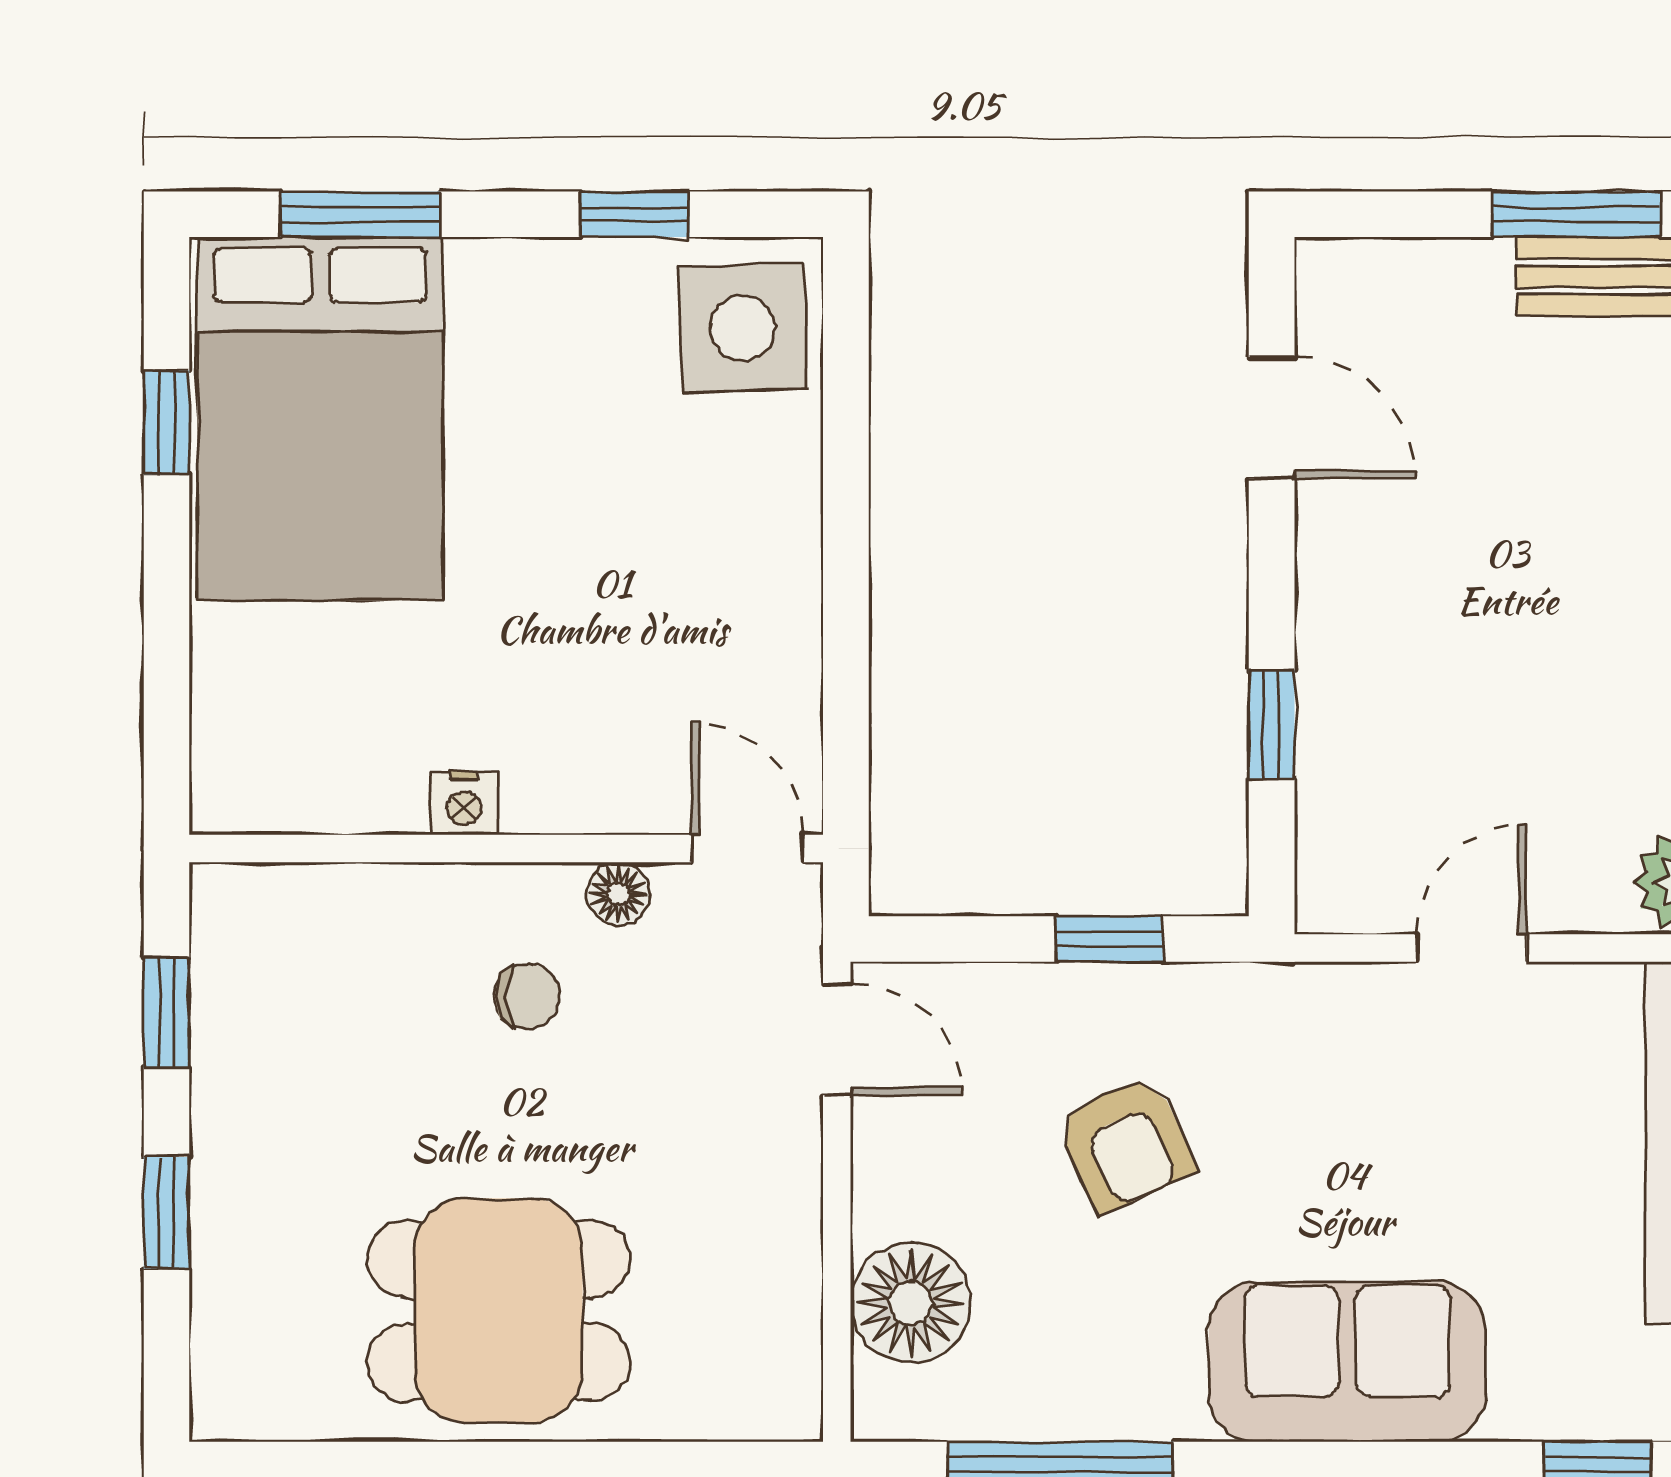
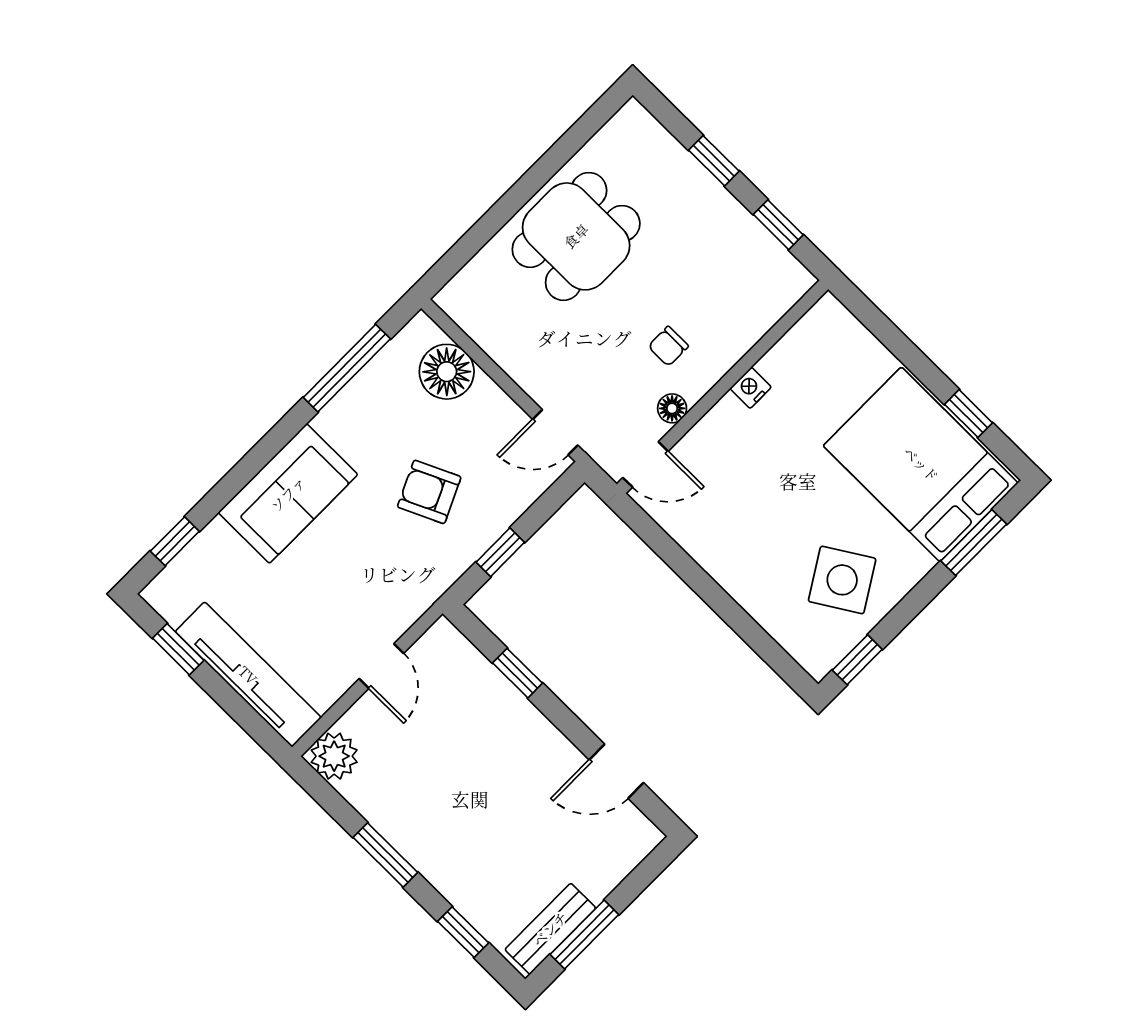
window: (635, 214) -> (857, 660), moved
side table: (743, 328) -> (842, 580), moved, turned -30

